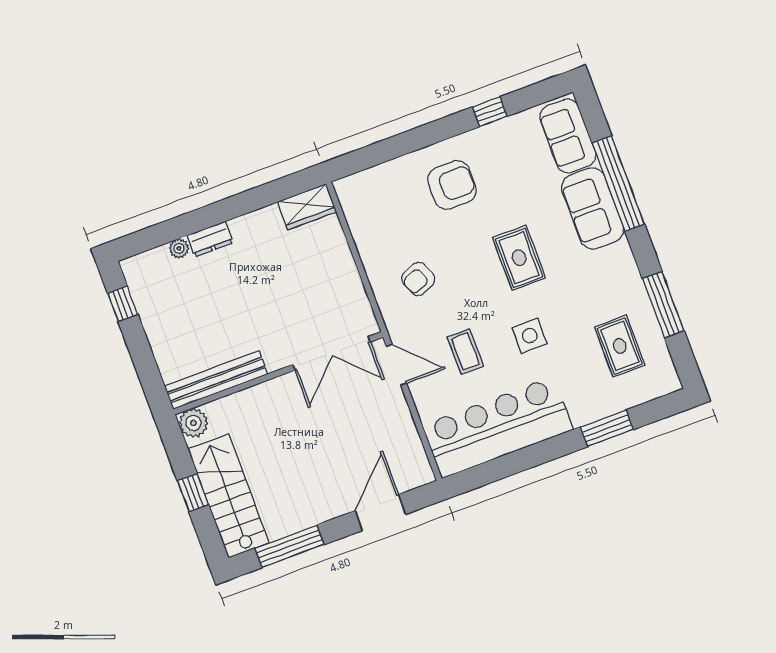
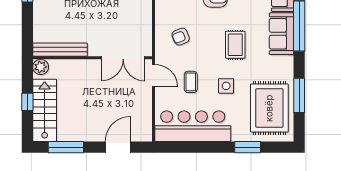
rug: (620, 346) -> (269, 108), width x1.86, depth x2.06

